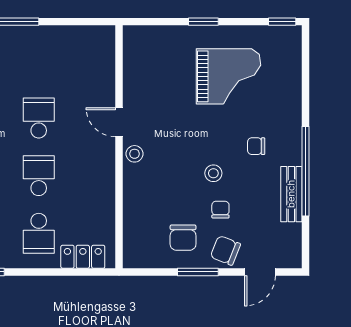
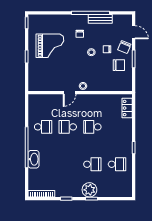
grand piano: (228, 76) -> (50, 46), turned 90
school desk: (39, 233) -> (43, 127), moved

